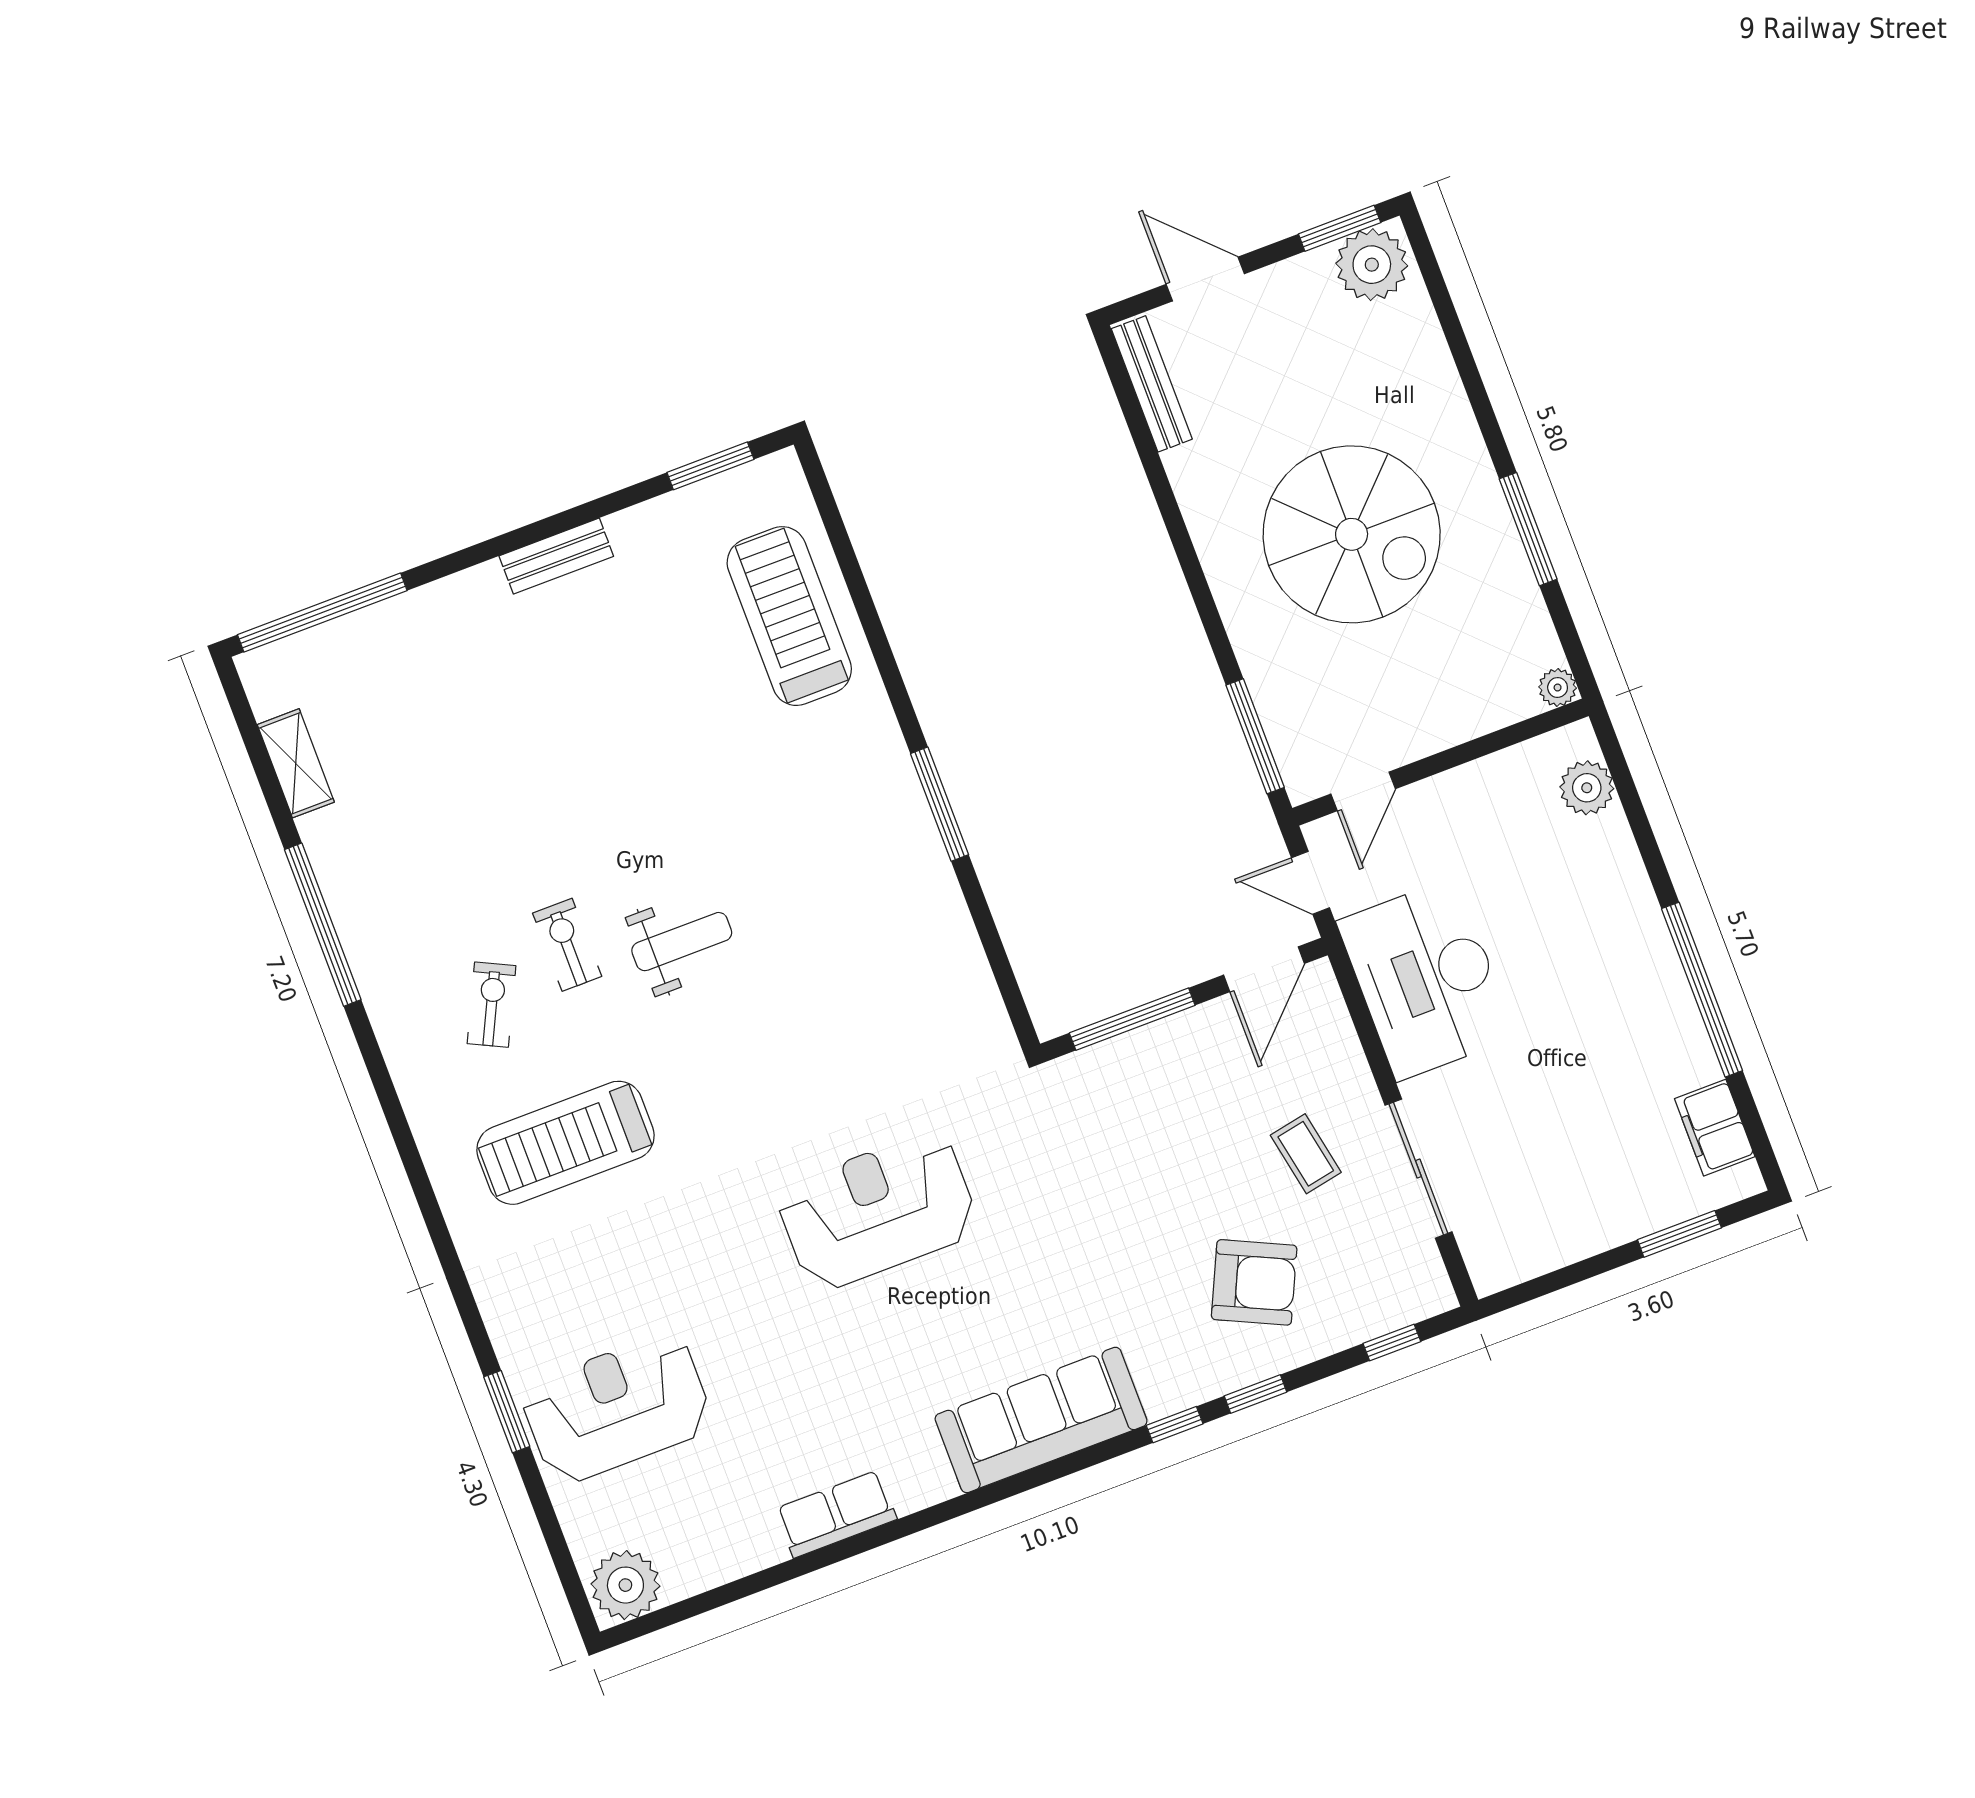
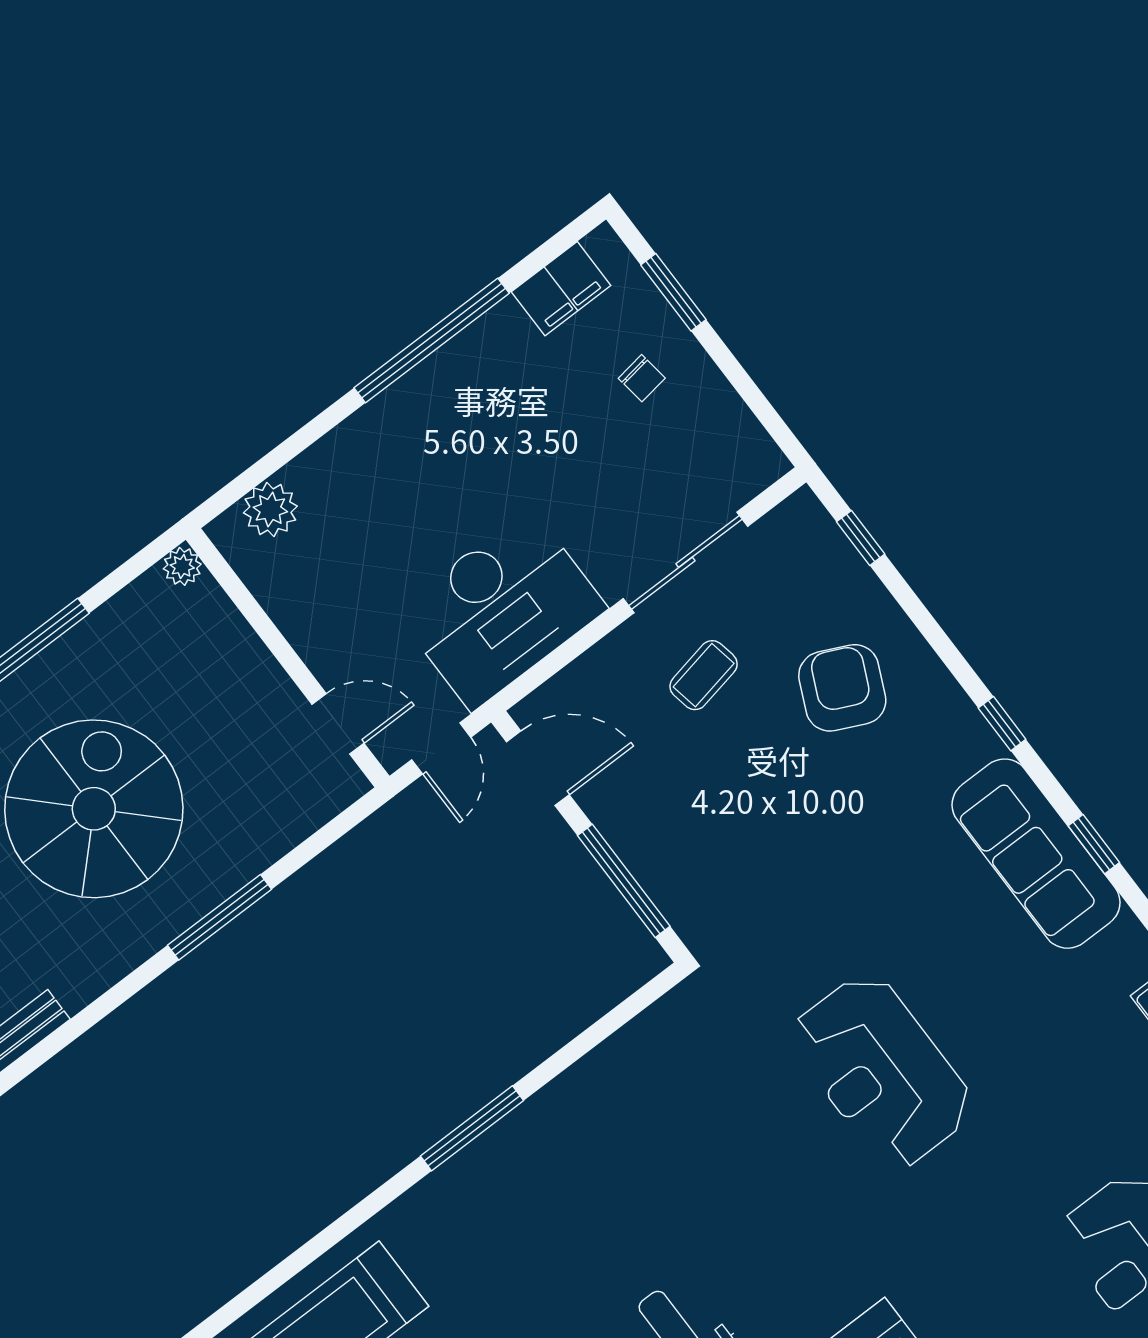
window: (1255, 736) -> (220, 917), moved
chair: (1606, 1179) -> (642, 378), added
window: (1255, 1394) -> (1094, 844), moved

